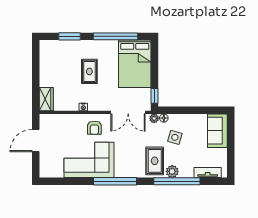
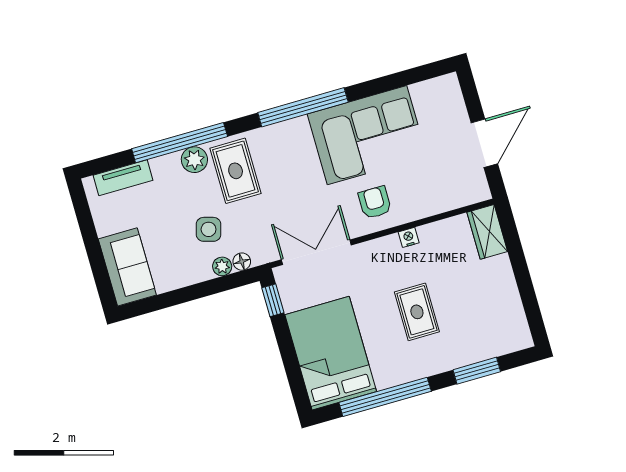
plant: (154, 118) -> (222, 266), moved

